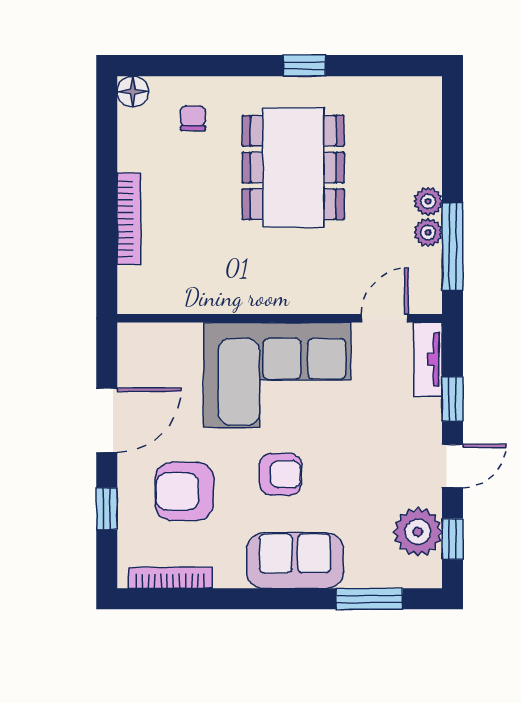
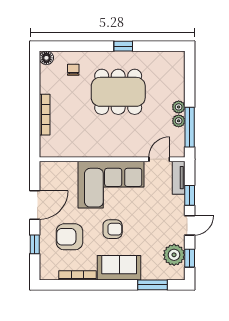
dining table: (293, 168) -> (118, 92), turned 90
bookcase: (170, 578) -> (78, 275), moved

